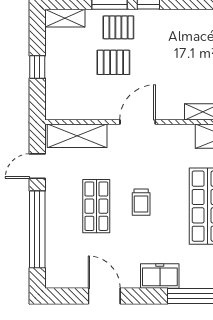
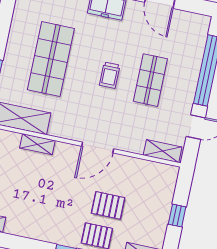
shelving: (77, 136) -> (163, 151), width x0.67, depth x0.75
trolley: (141, 202) -> (110, 75), turned 180

